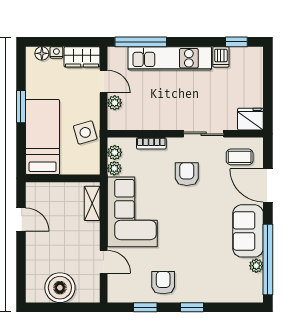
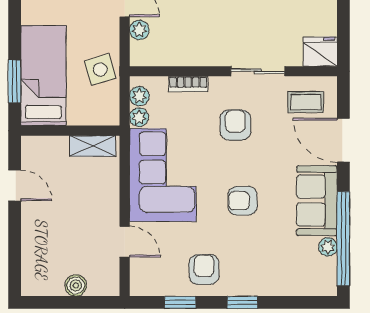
window: (21, 107) -> (15, 81), moved
shelving: (92, 203) -> (93, 146), moved, turned 90
armchair: (192, 231) -> (243, 201), added
boiler: (60, 288) -> (76, 285), width x0.54, depth x0.54

